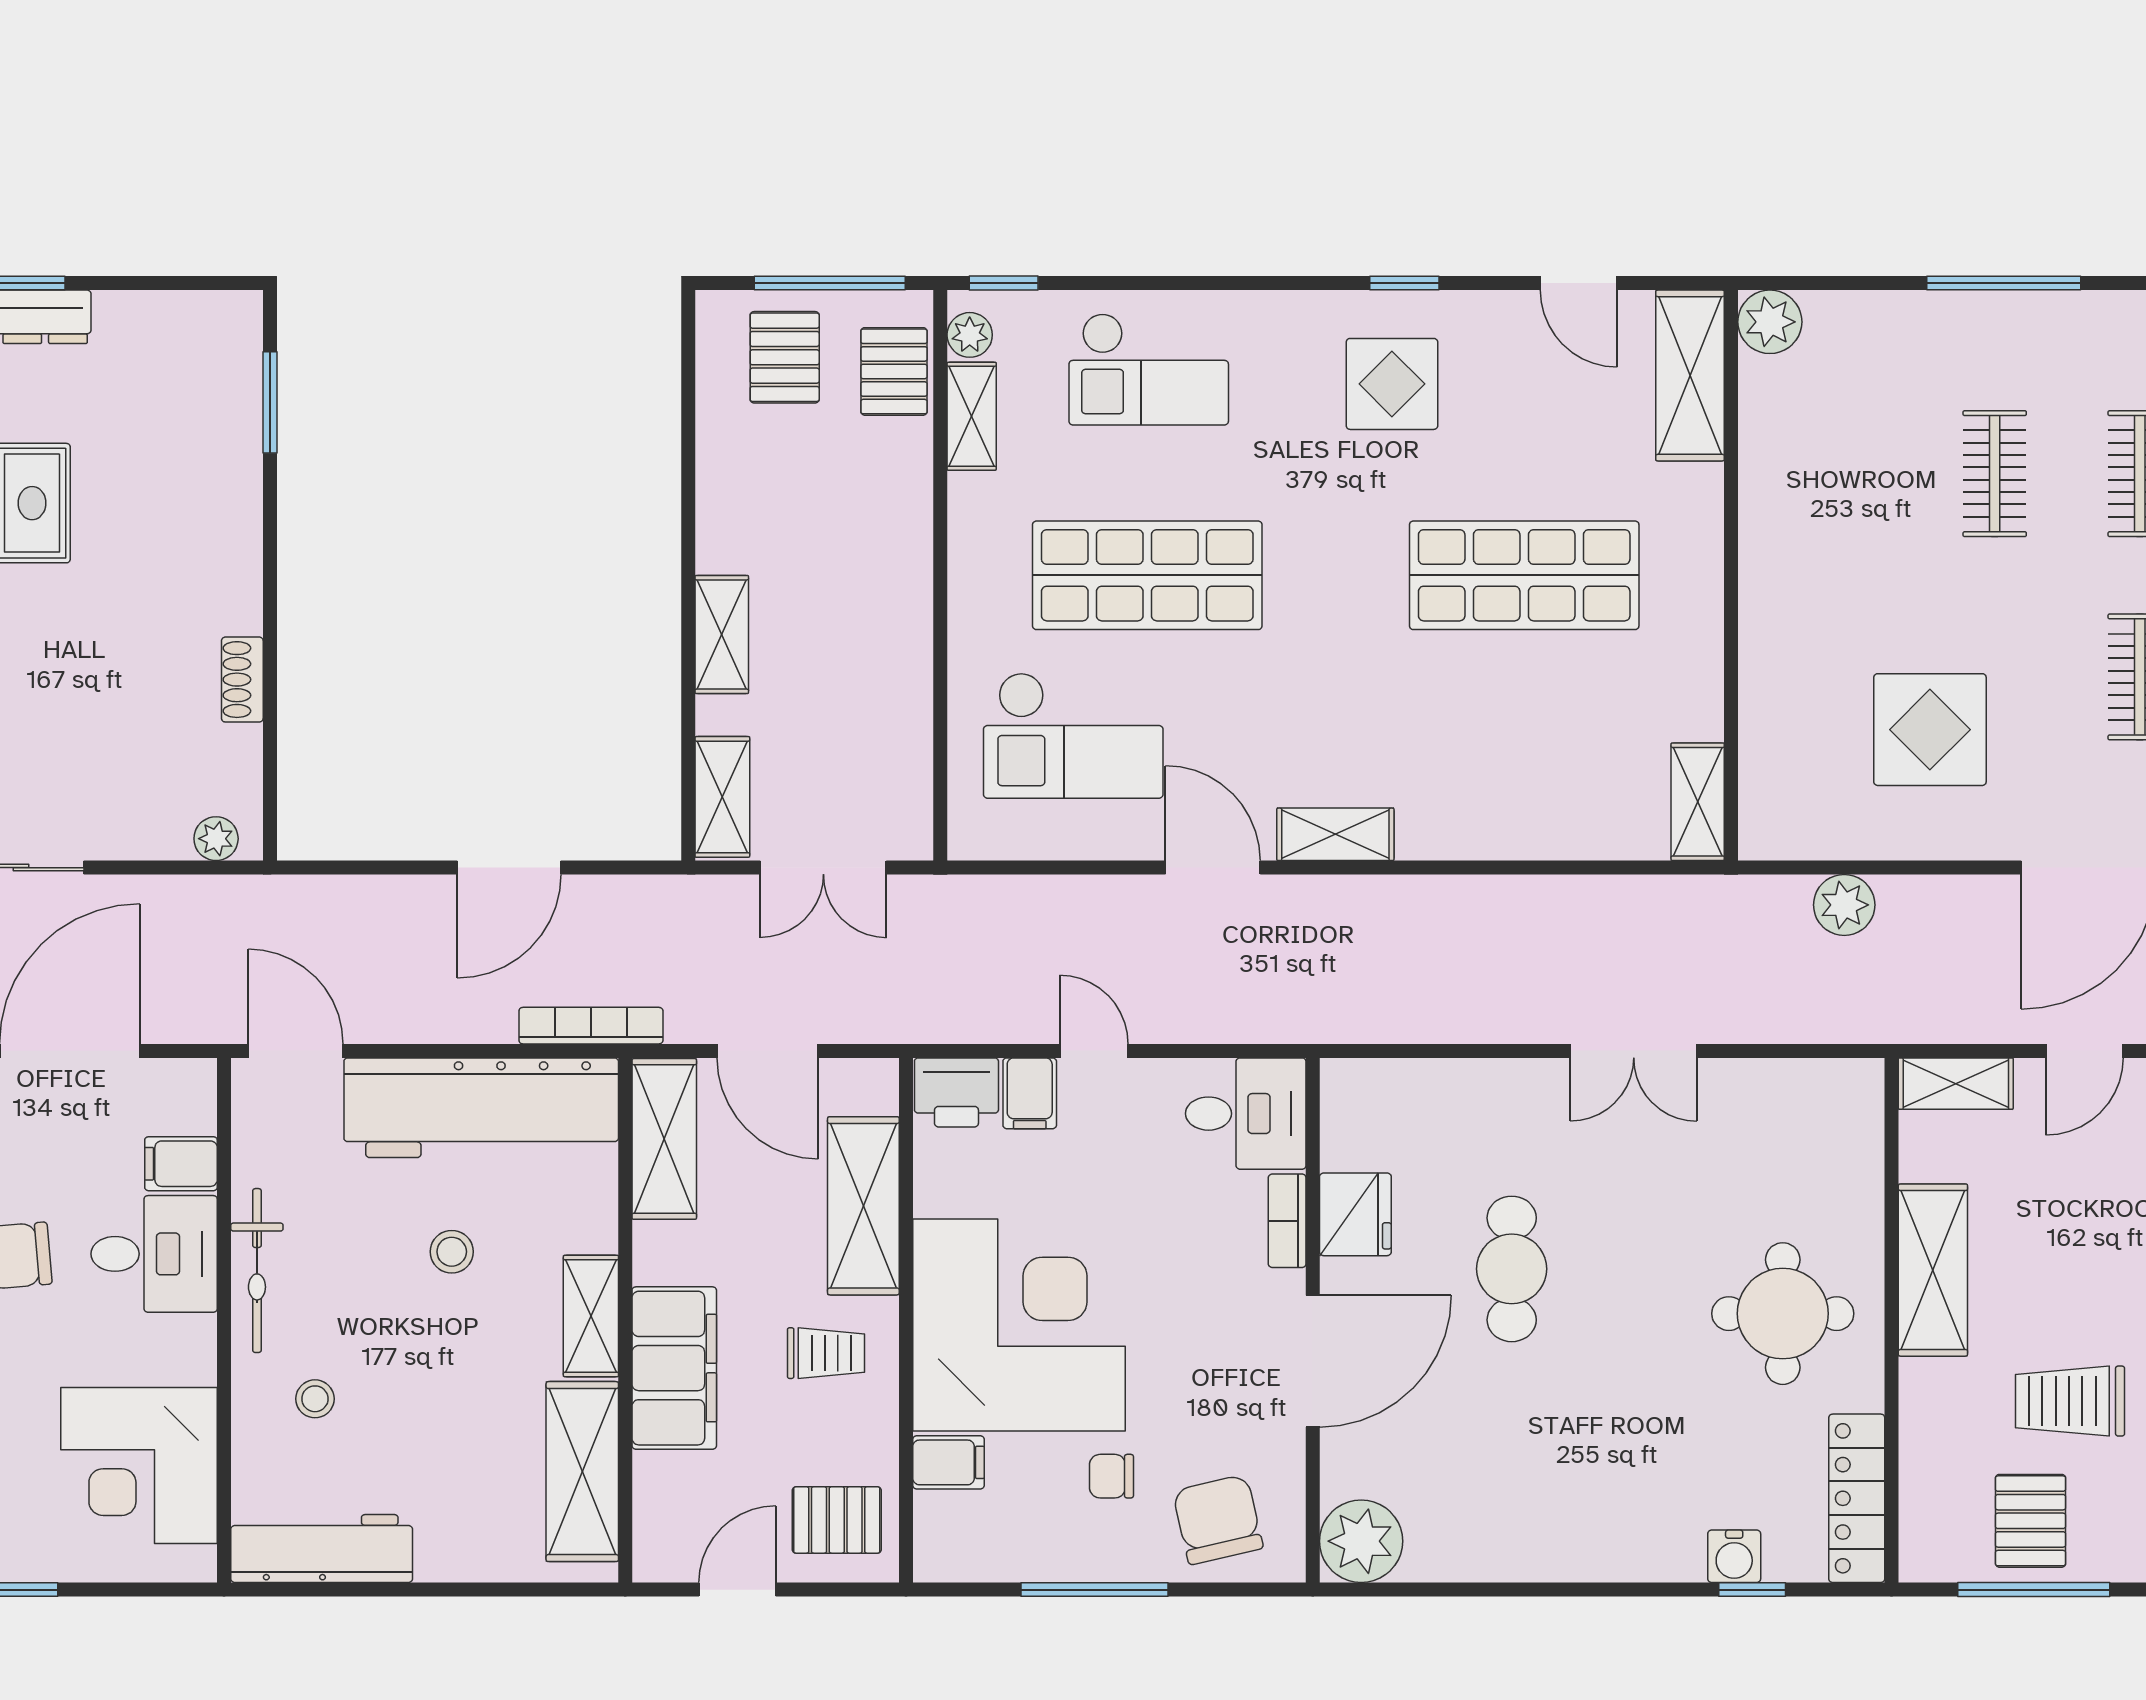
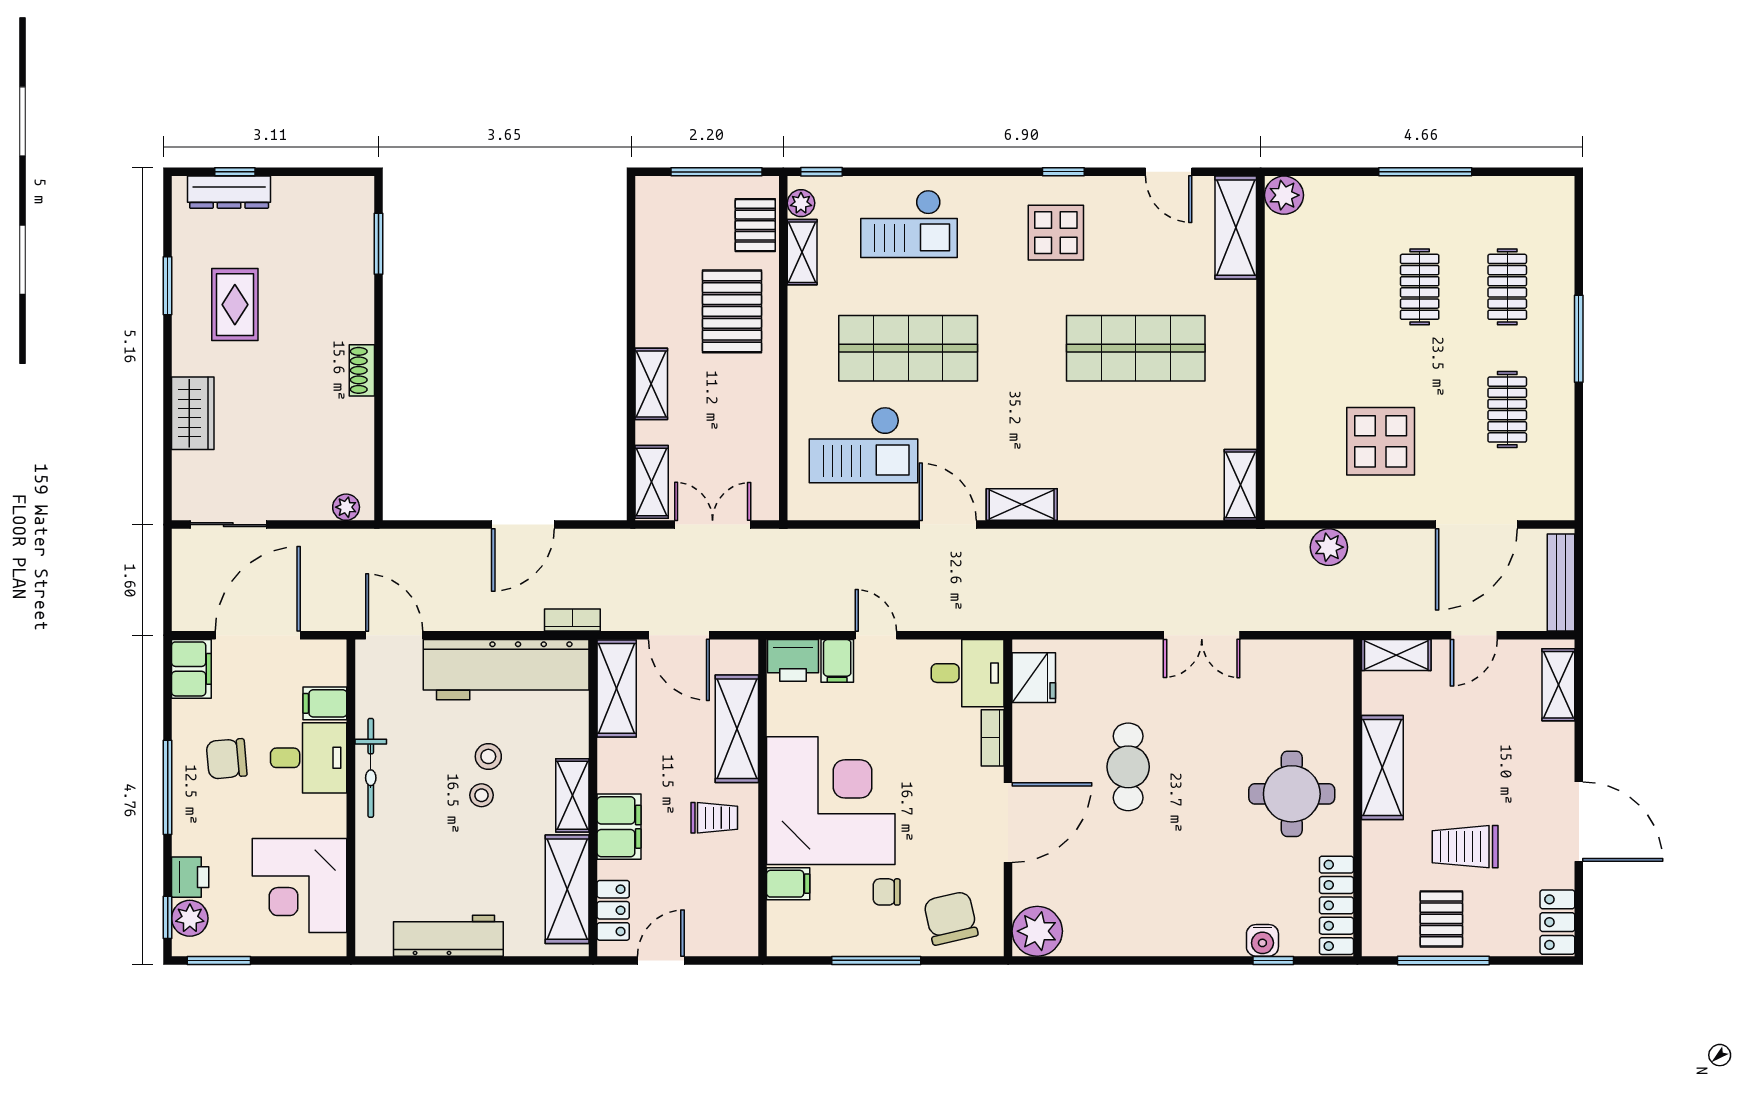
pallet: (785, 357) -> (732, 311), moved, width x1.50, depth x1.42
shoe rack: (242, 680) -> (362, 370), moved
double door: (823, 868) -> (713, 525), swing flipped
bookcase: (591, 1026) -> (572, 620), width x0.64
fridge: (1355, 1214) -> (1034, 678), moved
filing cabinet: (674, 1368) -> (619, 827), width x0.67, depth x0.86
stool: (315, 1399) -> (482, 795), moved
locker: (659, 1507) -> (613, 910), added
pallet: (837, 1520) -> (721, 918), removed
workbench: (322, 1549) -> (448, 936), moved

